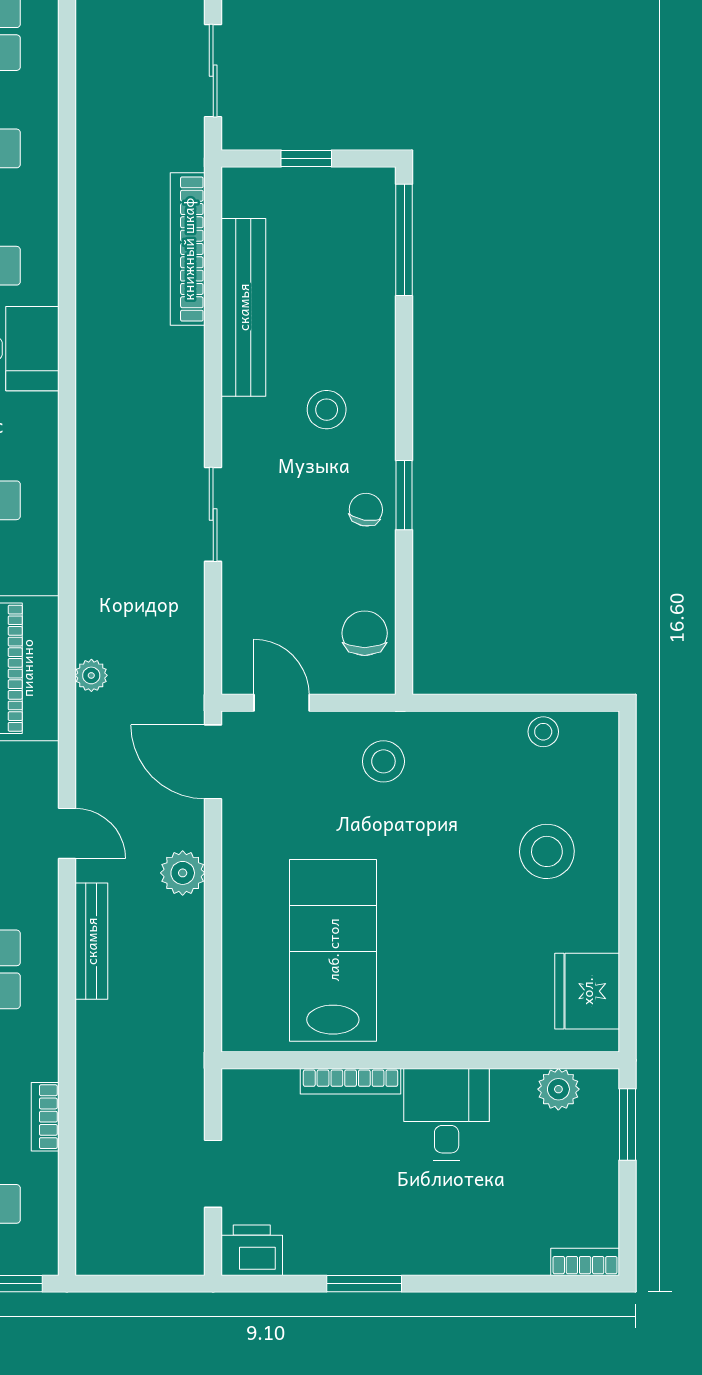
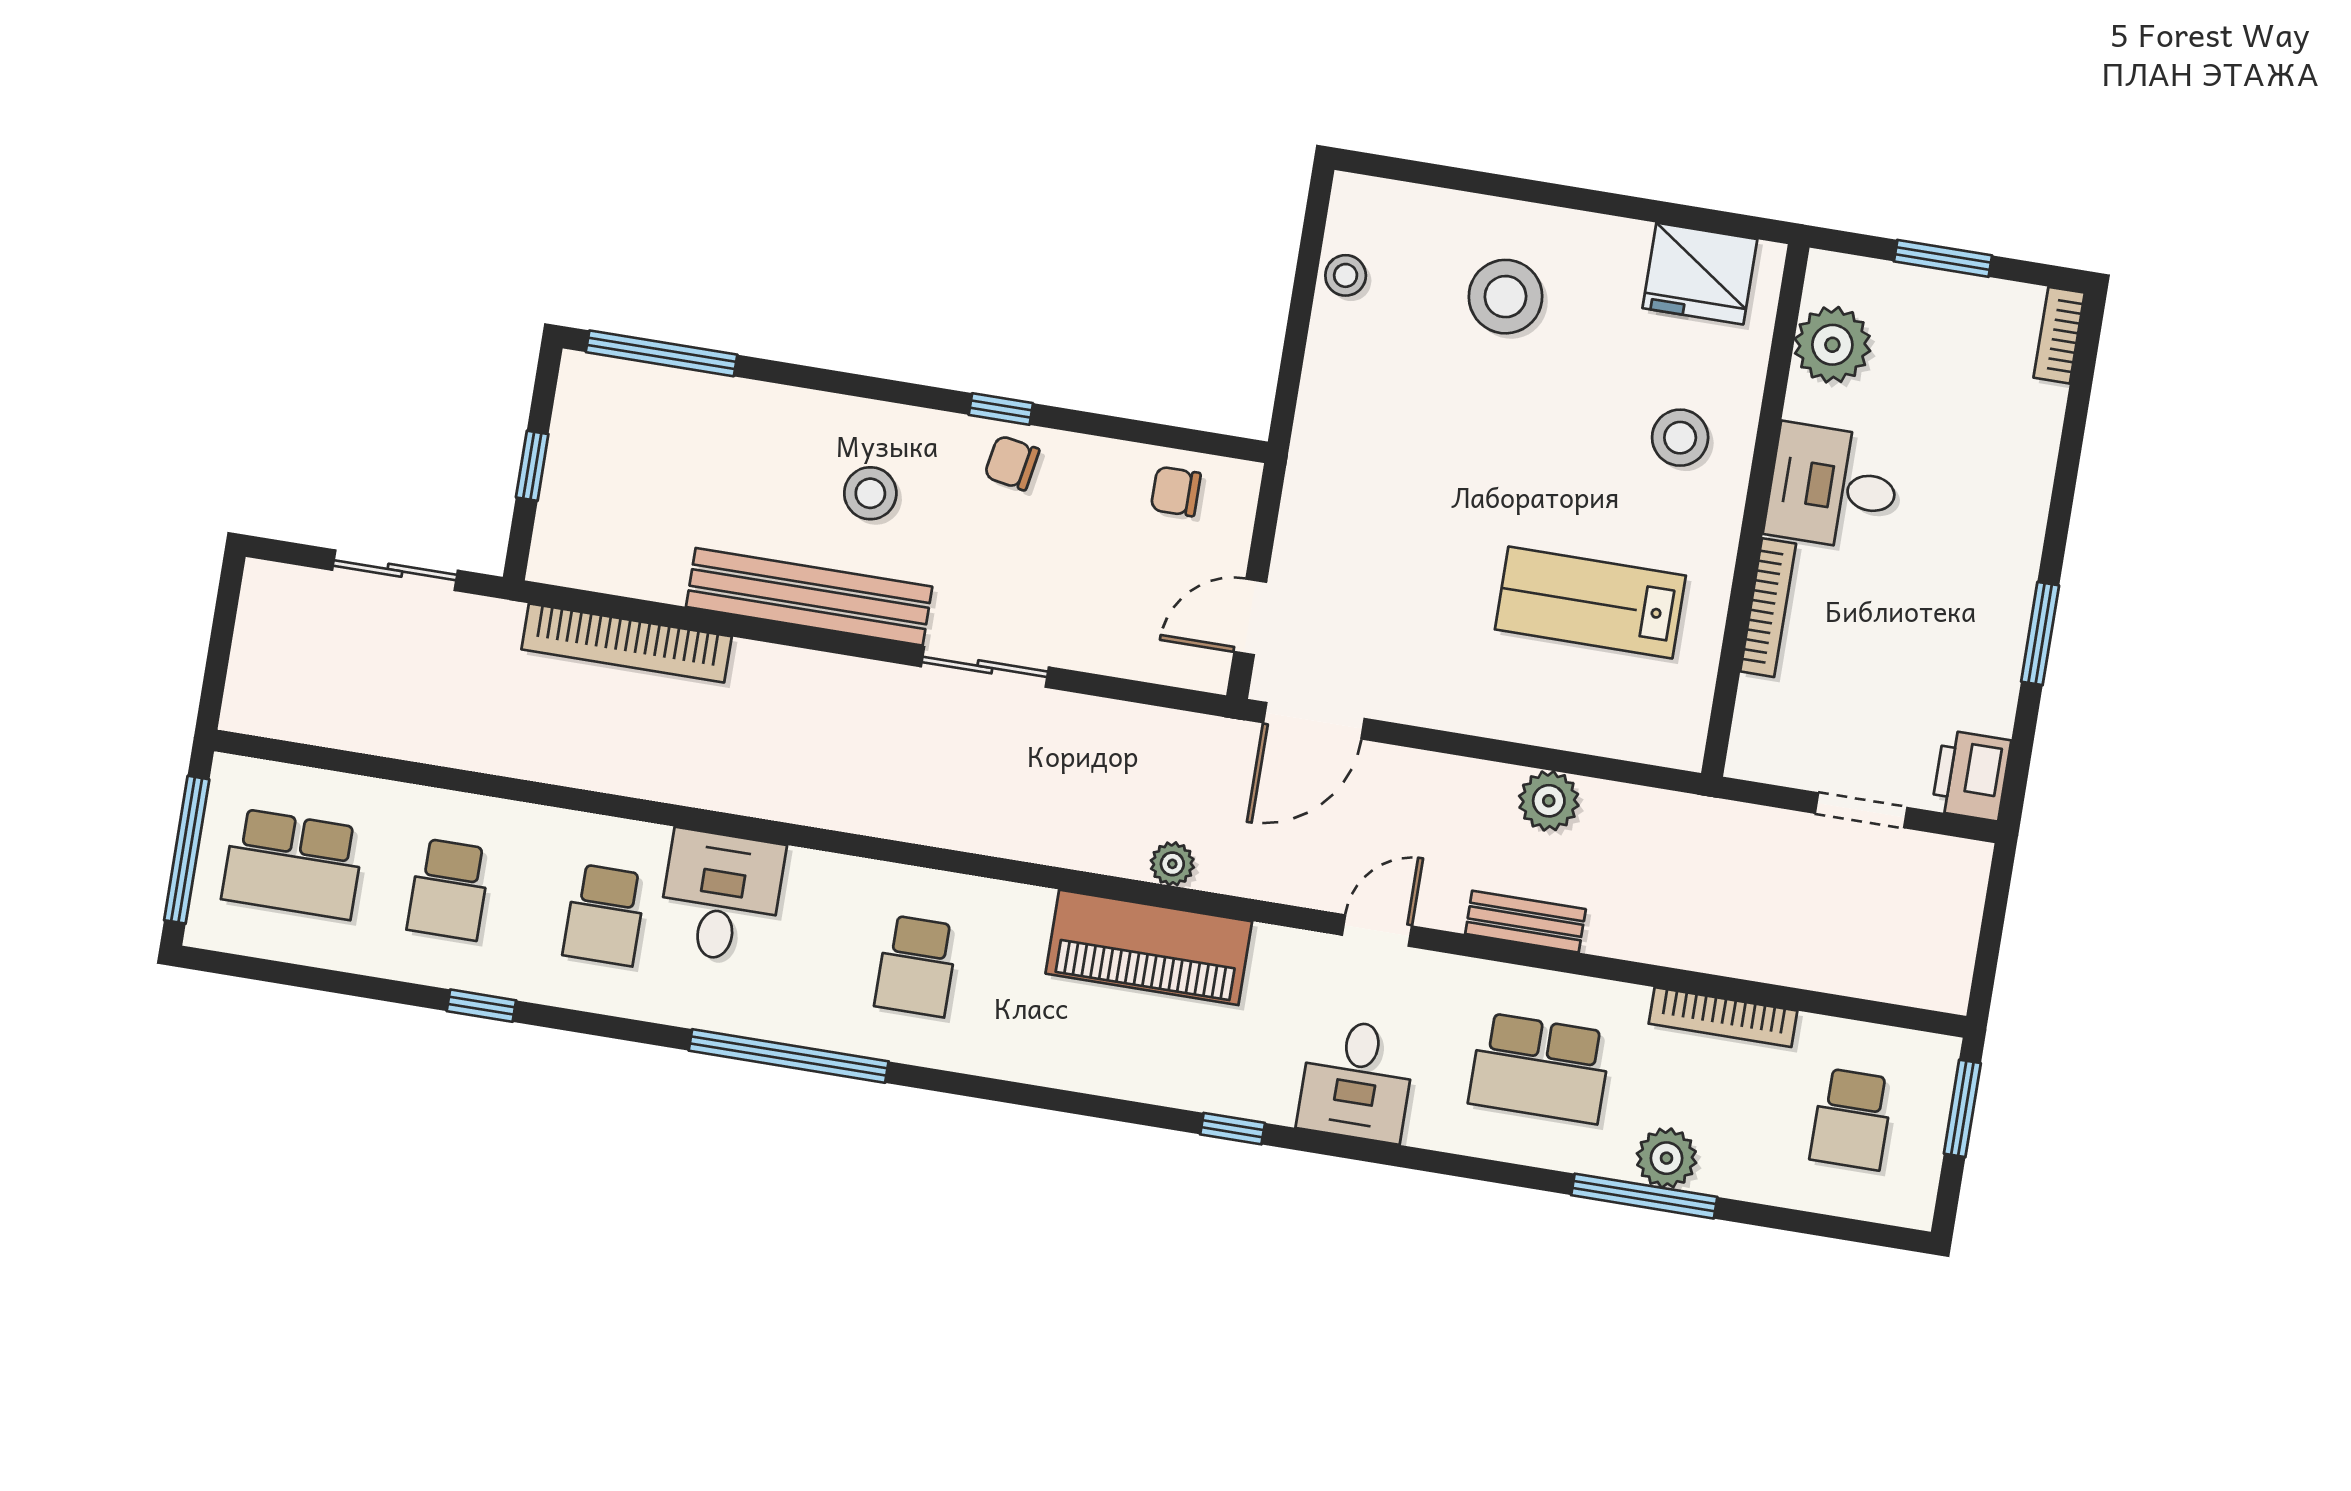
bench: (243, 307) -> (809, 597), moved
window: (404, 495) -> (1001, 409), width x0.67
chair: (365, 633) -> (1176, 491), width x0.73, depth x0.73
stool: (383, 761) -> (1680, 438), moved
plant: (183, 873) -> (1549, 801), moved
bench: (91, 941) -> (1525, 922), width x0.73
lab bench: (333, 950) -> (1590, 603), width x0.73, depth x0.72
plant: (558, 1089) -> (1832, 345), width x1.36, depth x1.36
bookcase: (45, 1117) -> (1723, 1017), width x1.56
window: (627, 1124) -> (1943, 258), moved

